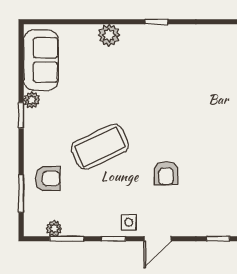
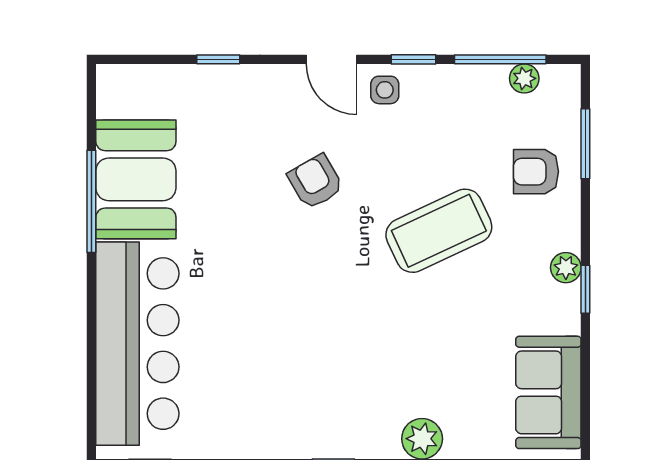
plant: (32, 100) -> (566, 268), moved
armchair: (166, 173) -> (315, 182), turned -30
window: (67, 239) -> (500, 59), width x1.44
door: (157, 239) -> (331, 59), swing flipped

